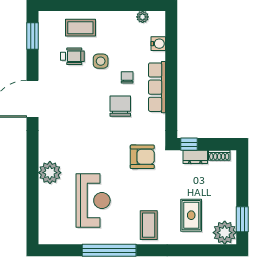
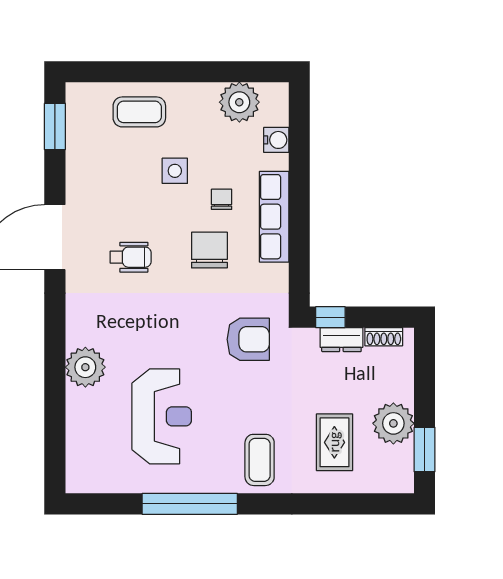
plant: (143, 17) -> (239, 102), width x1.87, depth x1.87
wheelchair: (72, 56) -> (131, 257), moved
plant: (225, 233) -> (393, 423), moved

